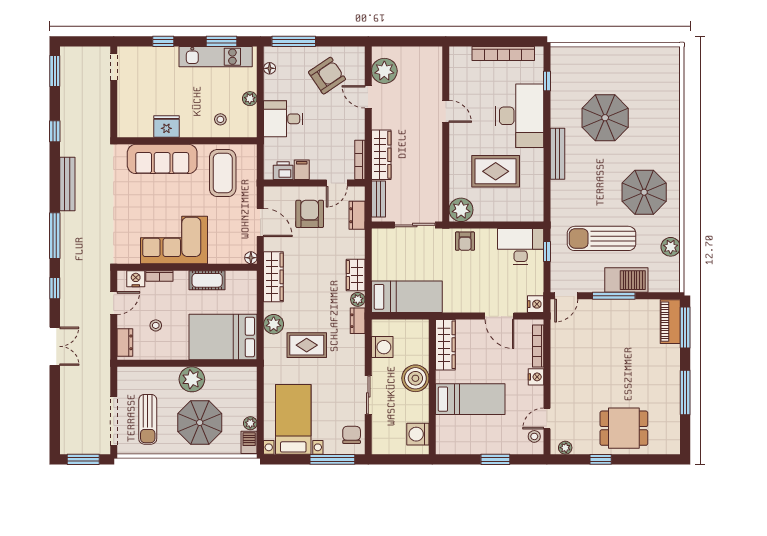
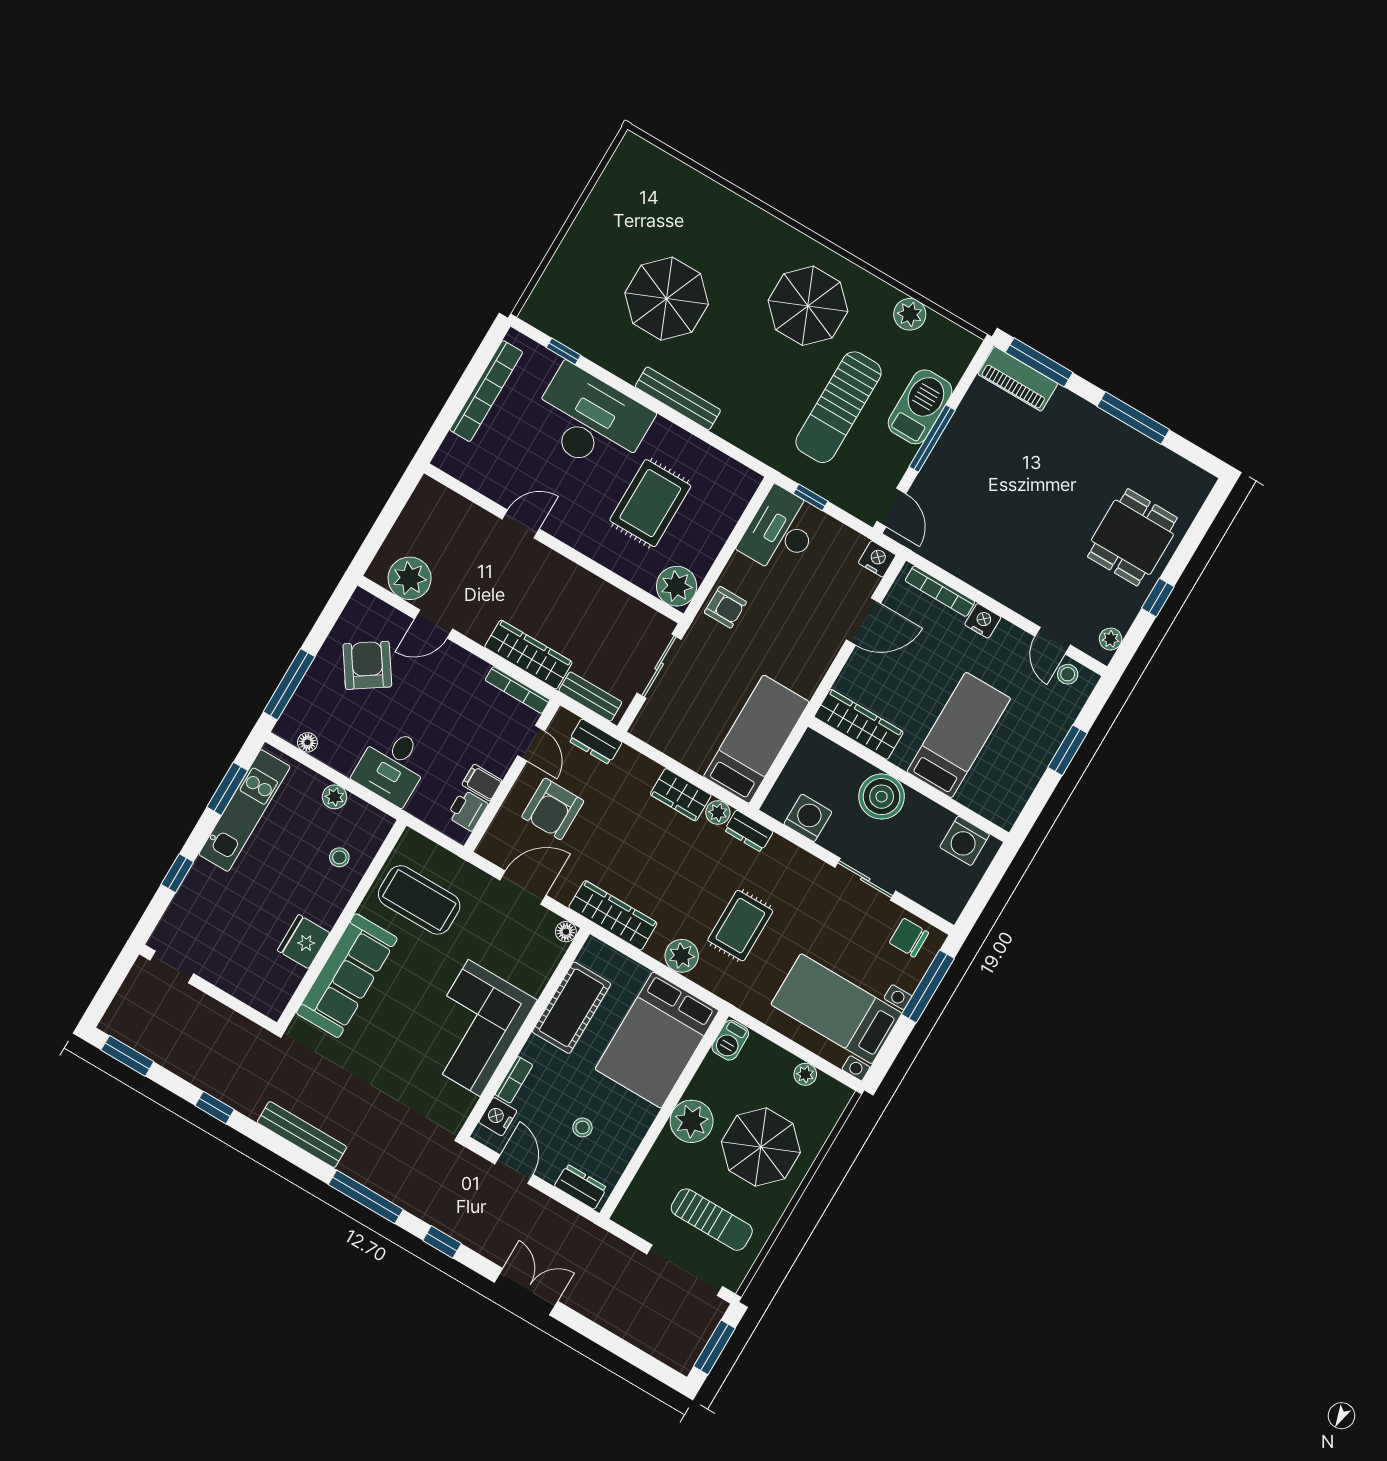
armchair: (310, 214) -> (553, 809), turned -90
cot: (207, 280) -> (572, 1008), width x1.37, depth x1.34
barbecue: (249, 442) -> (730, 1040), moved, turned -90

